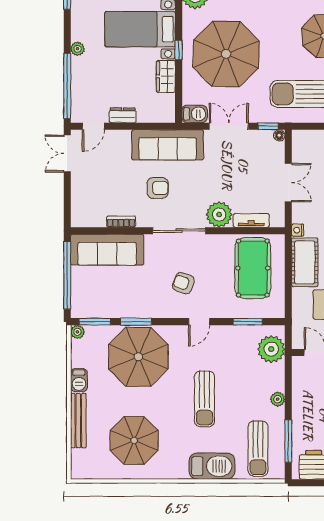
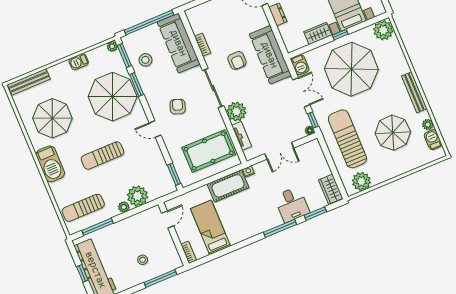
stool: (111, 298) -> (145, 60), added
window: (248, 322) -> (174, 174), moved
plant: (271, 349) -> (137, 196), moved
bench: (78, 421) -> (29, 82), moved
barbecue: (212, 466) -> (50, 164), moved

